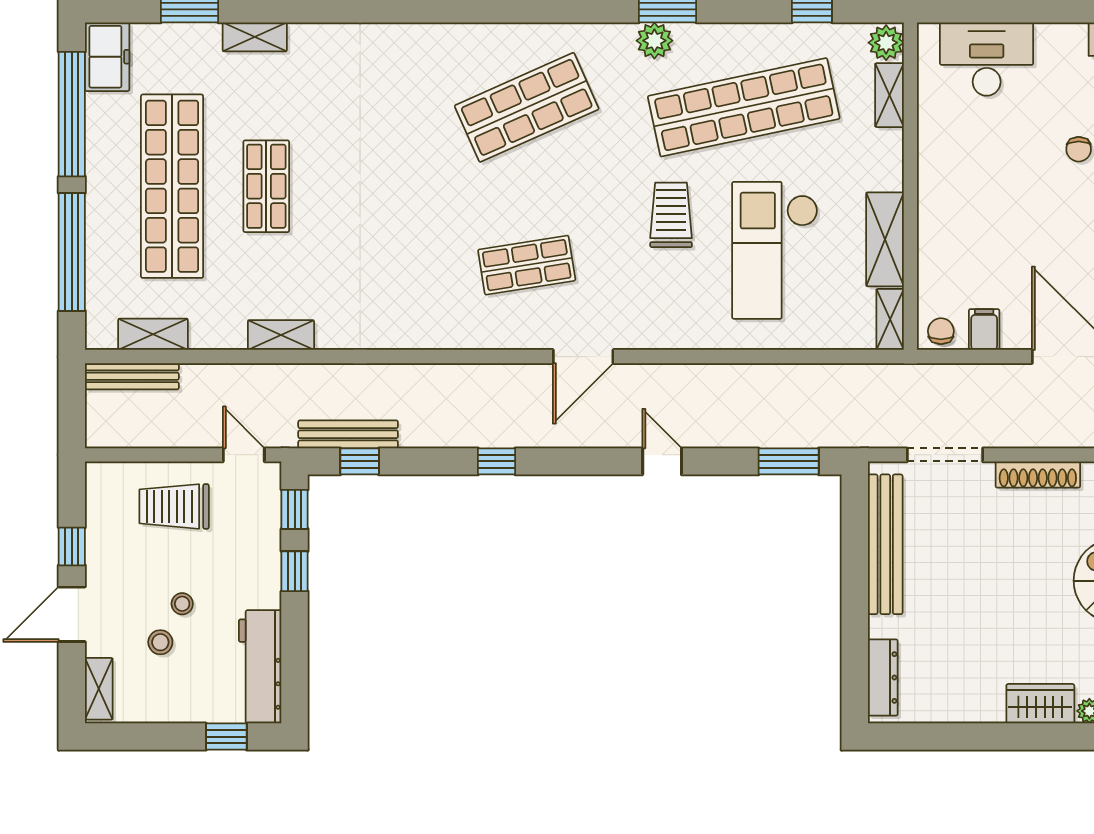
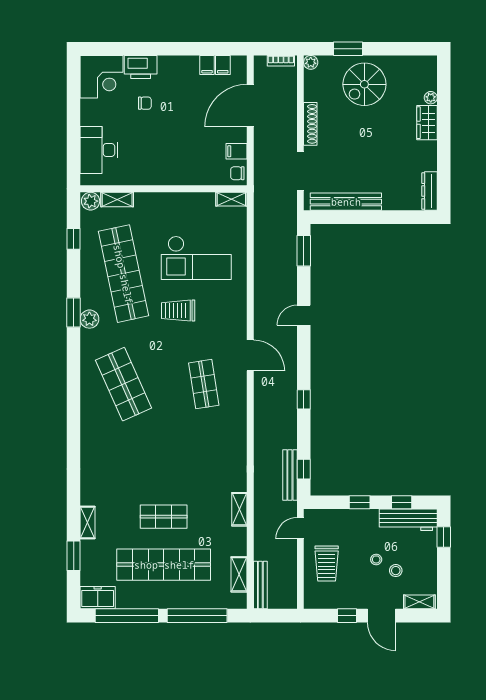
shelving: (885, 239) -> (191, 202), removed
window: (295, 509) -> (402, 502), moved
dresser: (883, 677) -> (429, 191), moved, turned -90

